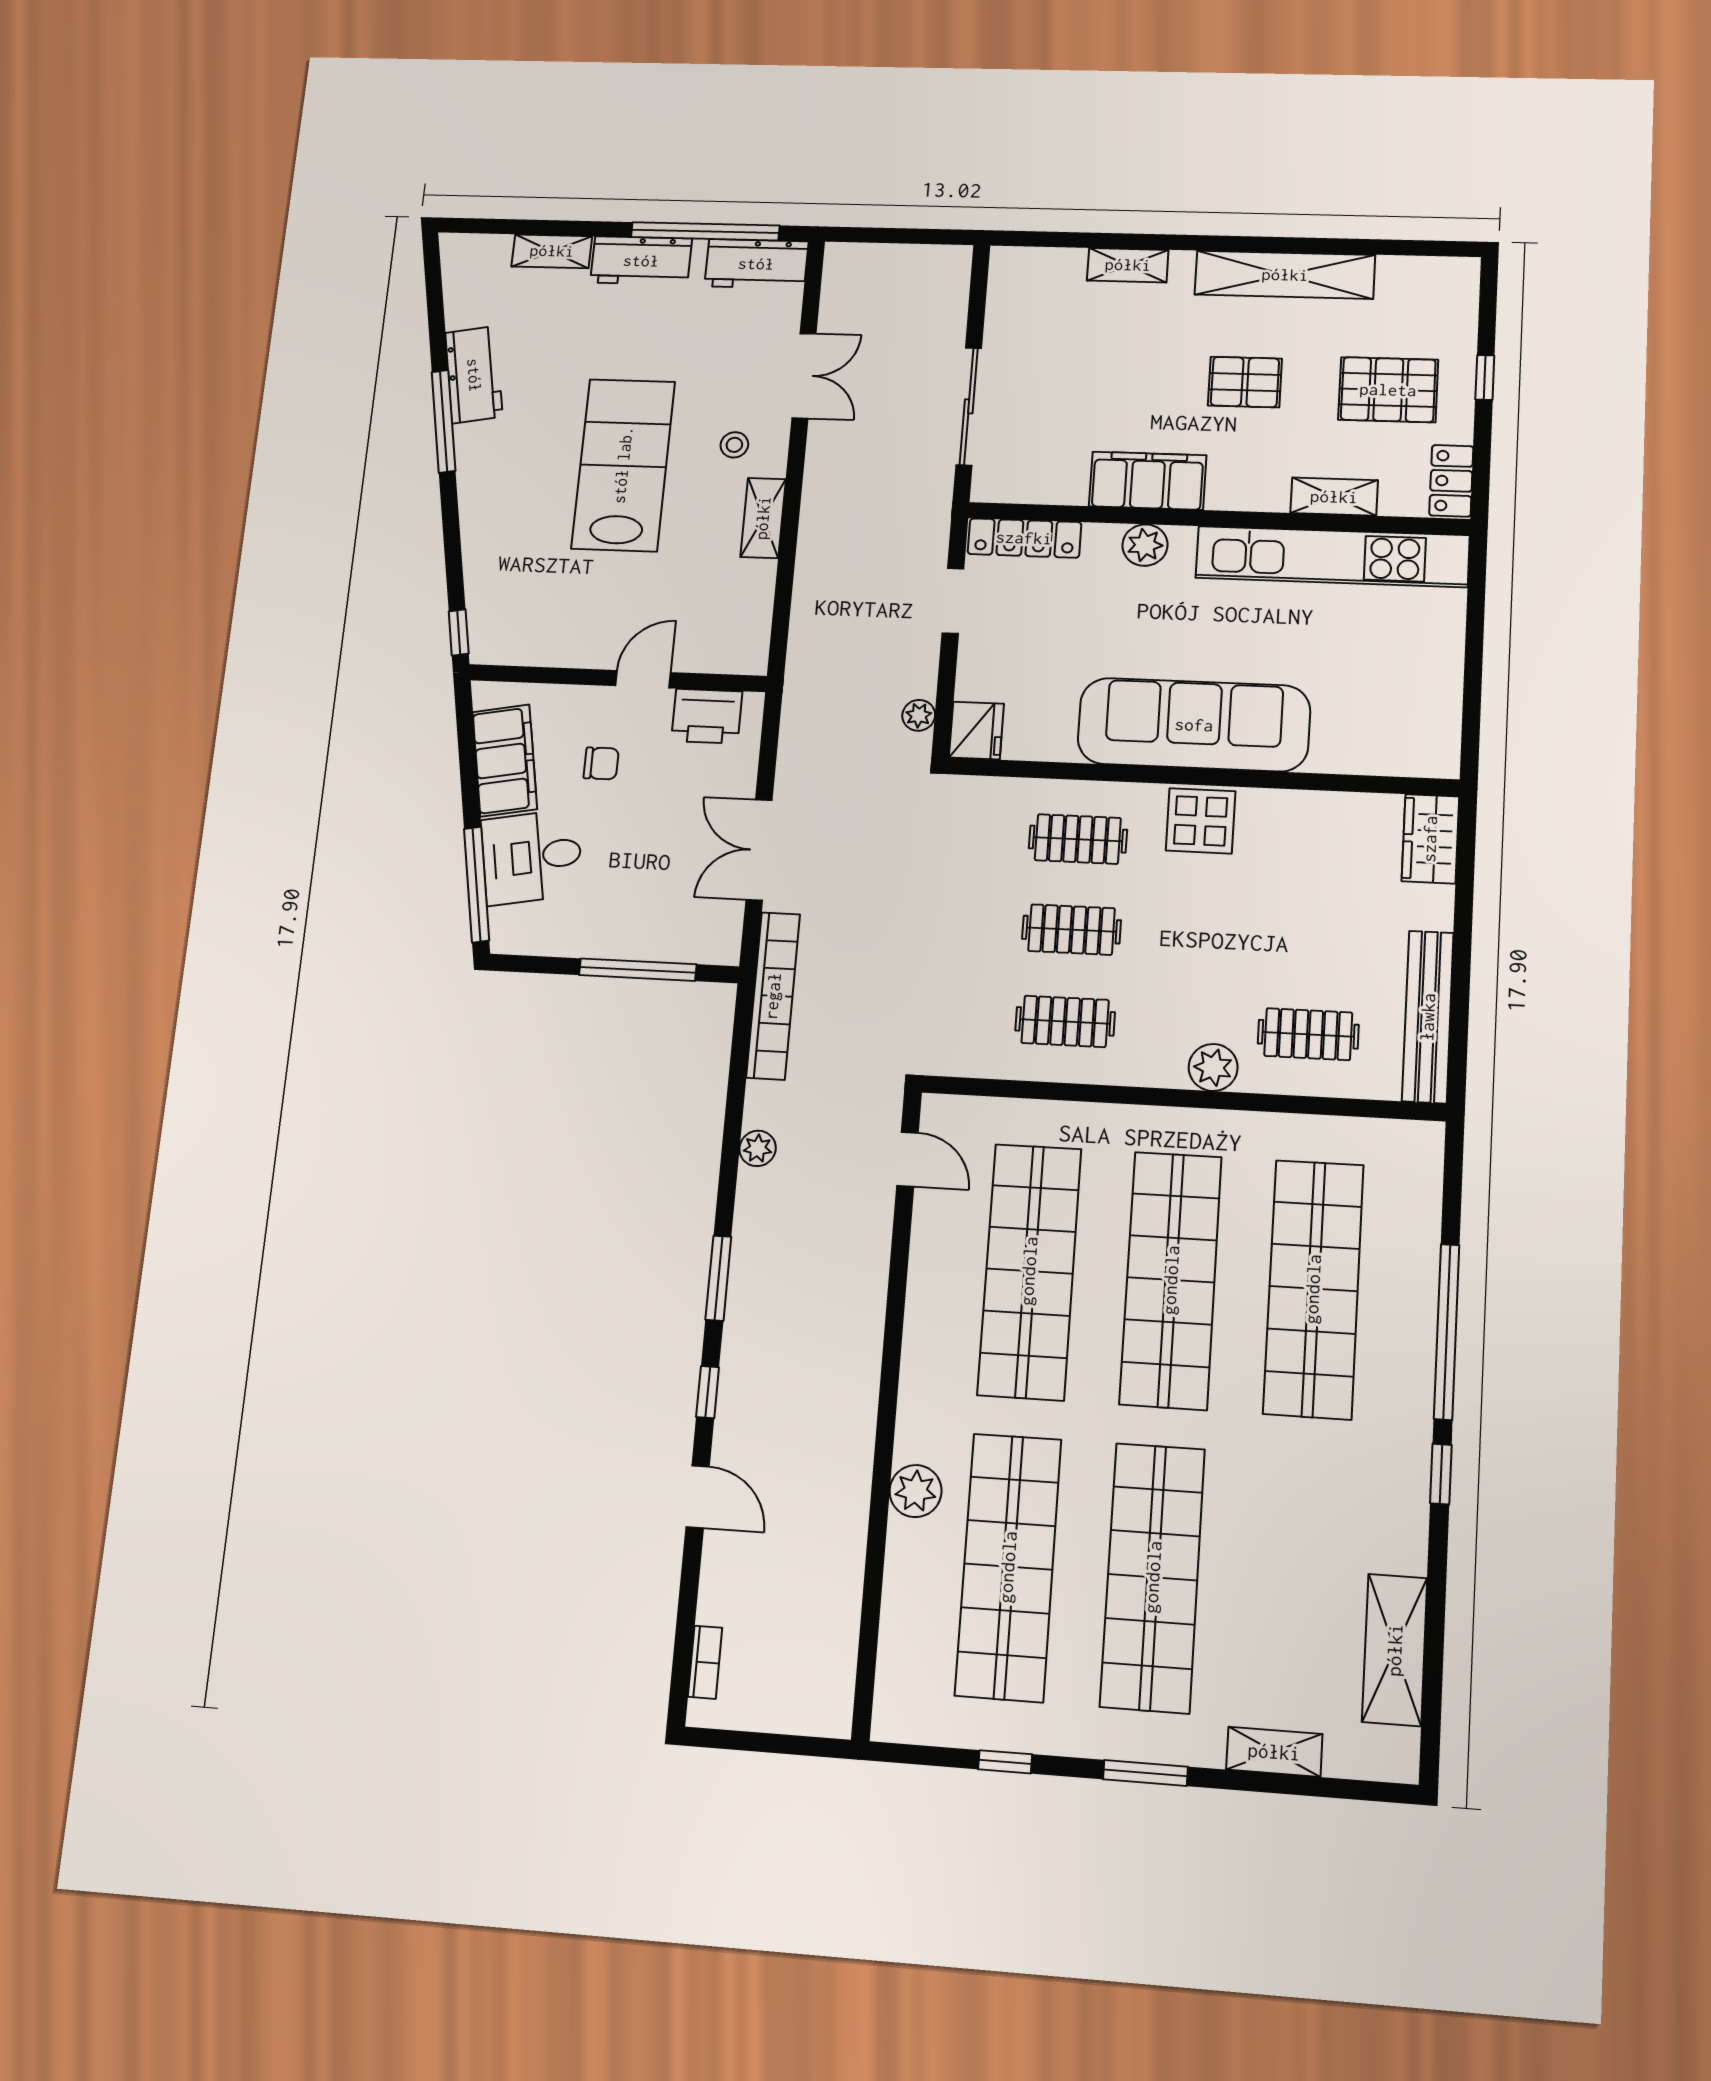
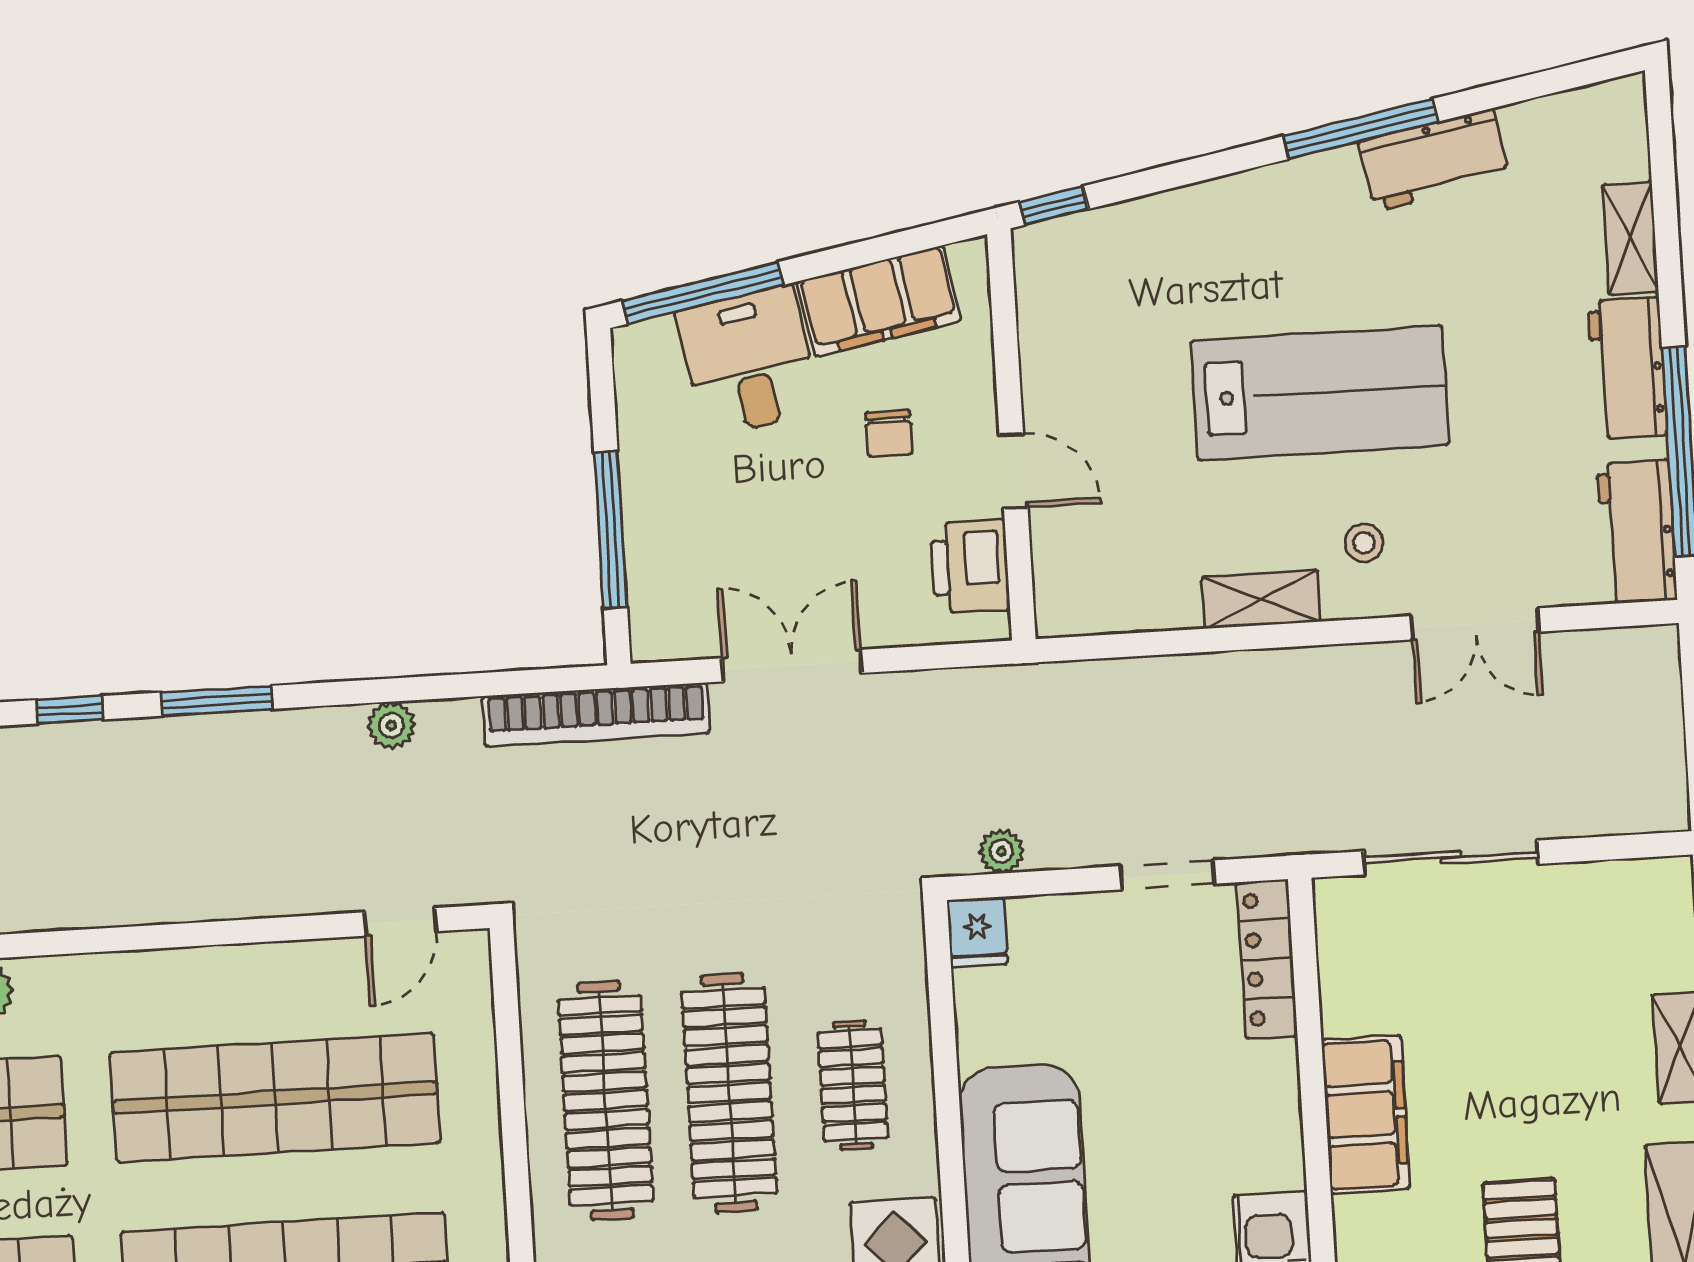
plant: (1145, 545) -> (1273, 1122), removed
fridge: (976, 731) -> (977, 932), width x0.72
clothes rail: (1072, 930) -> (729, 1093), width x1.86, depth x1.31
clothes rail: (1065, 1021) -> (606, 1100), width x1.86, depth x1.31

